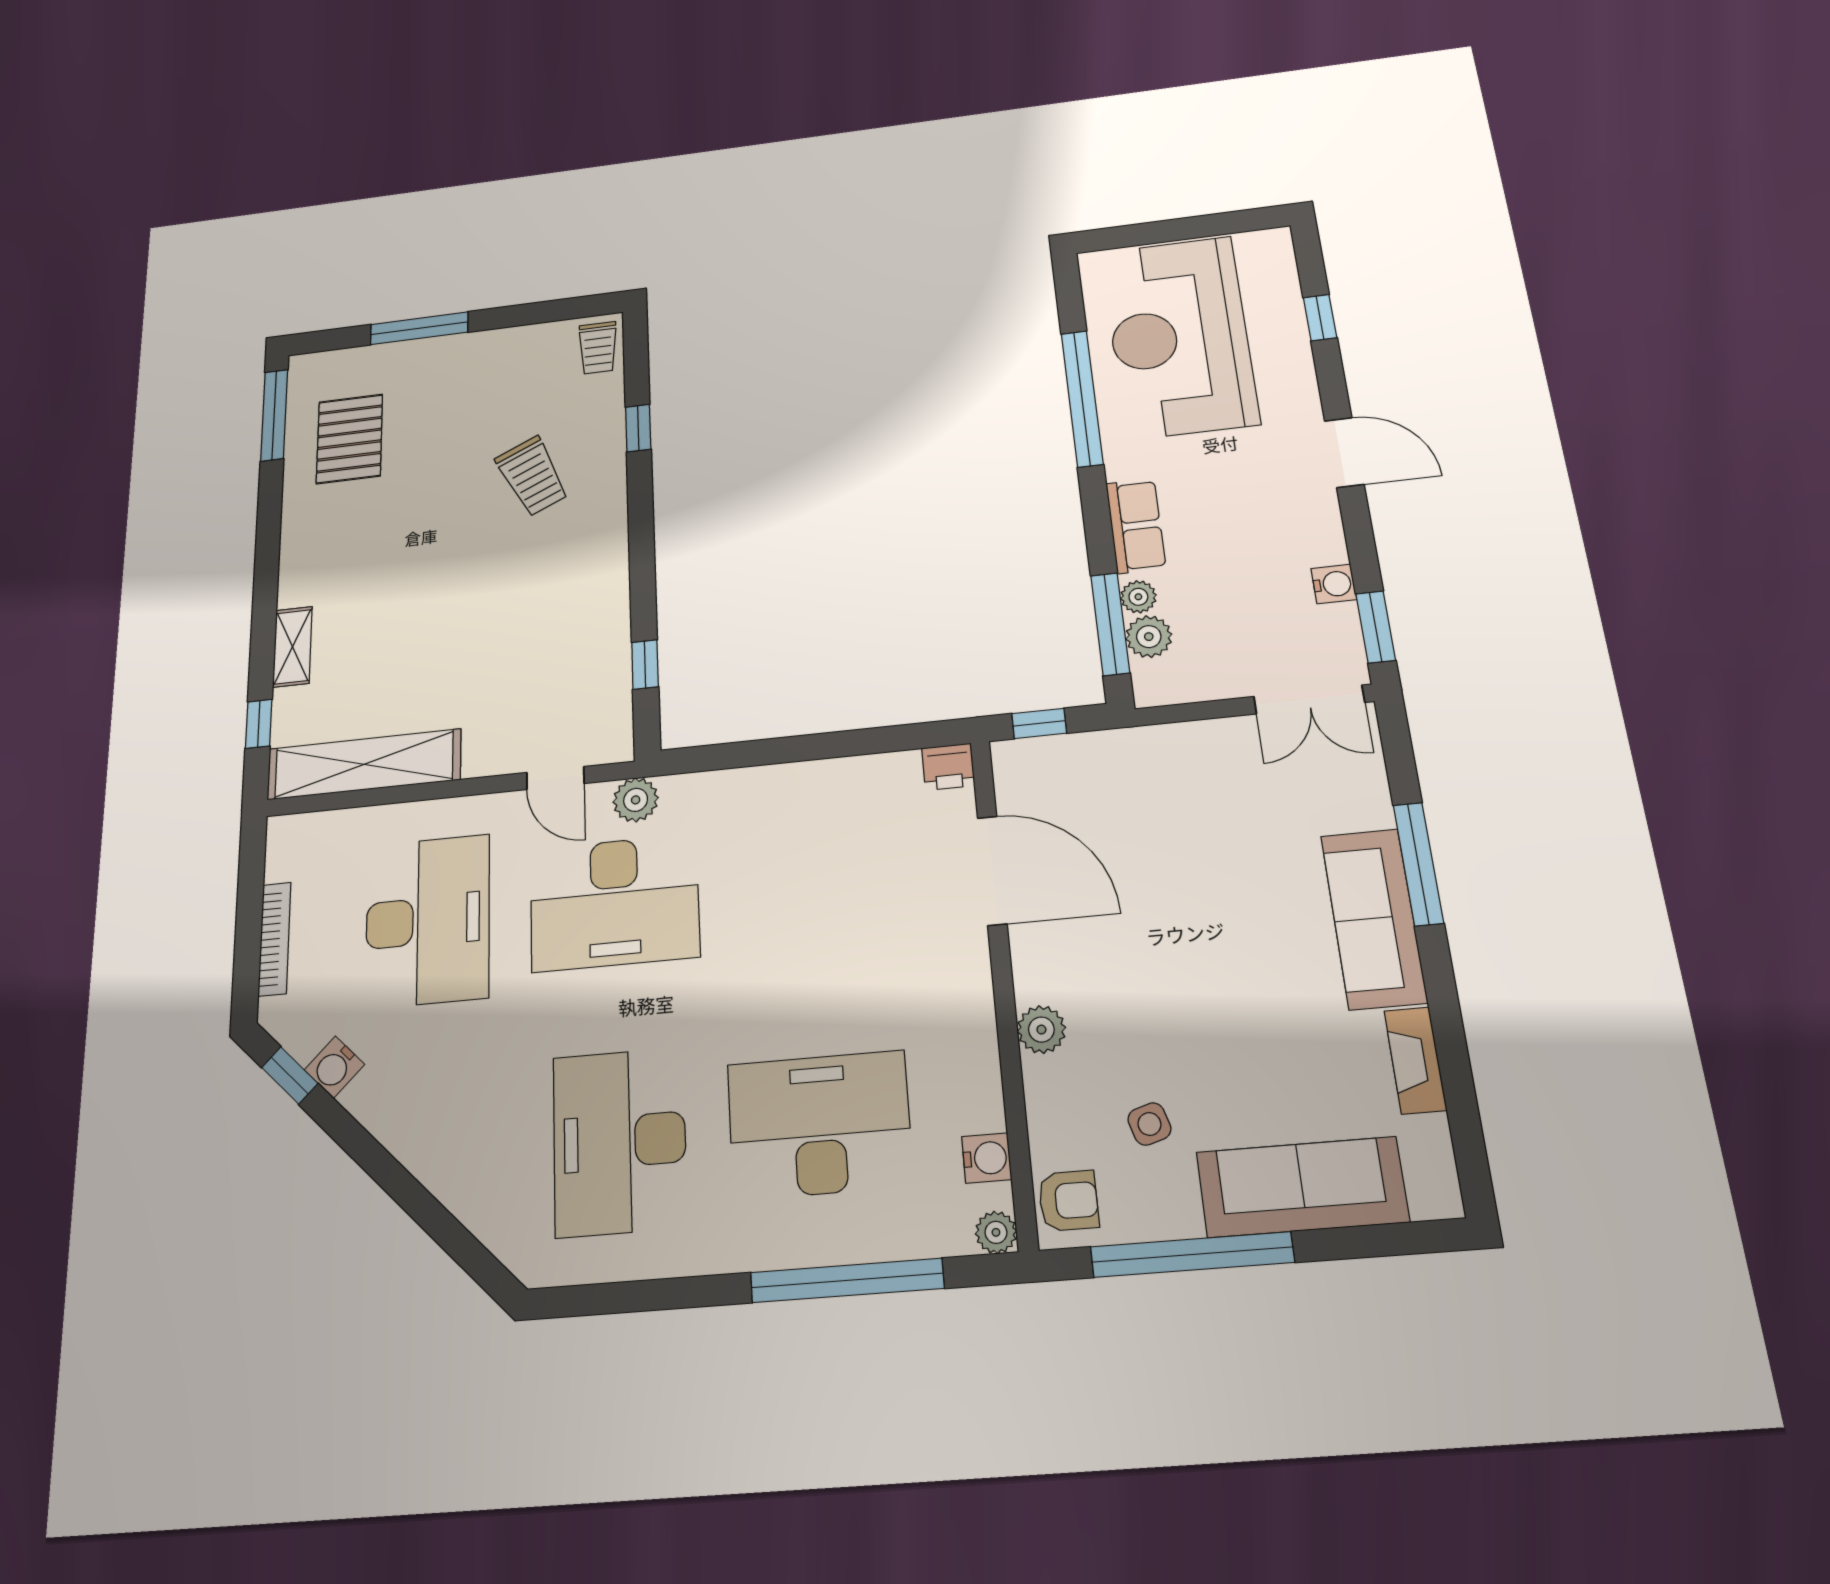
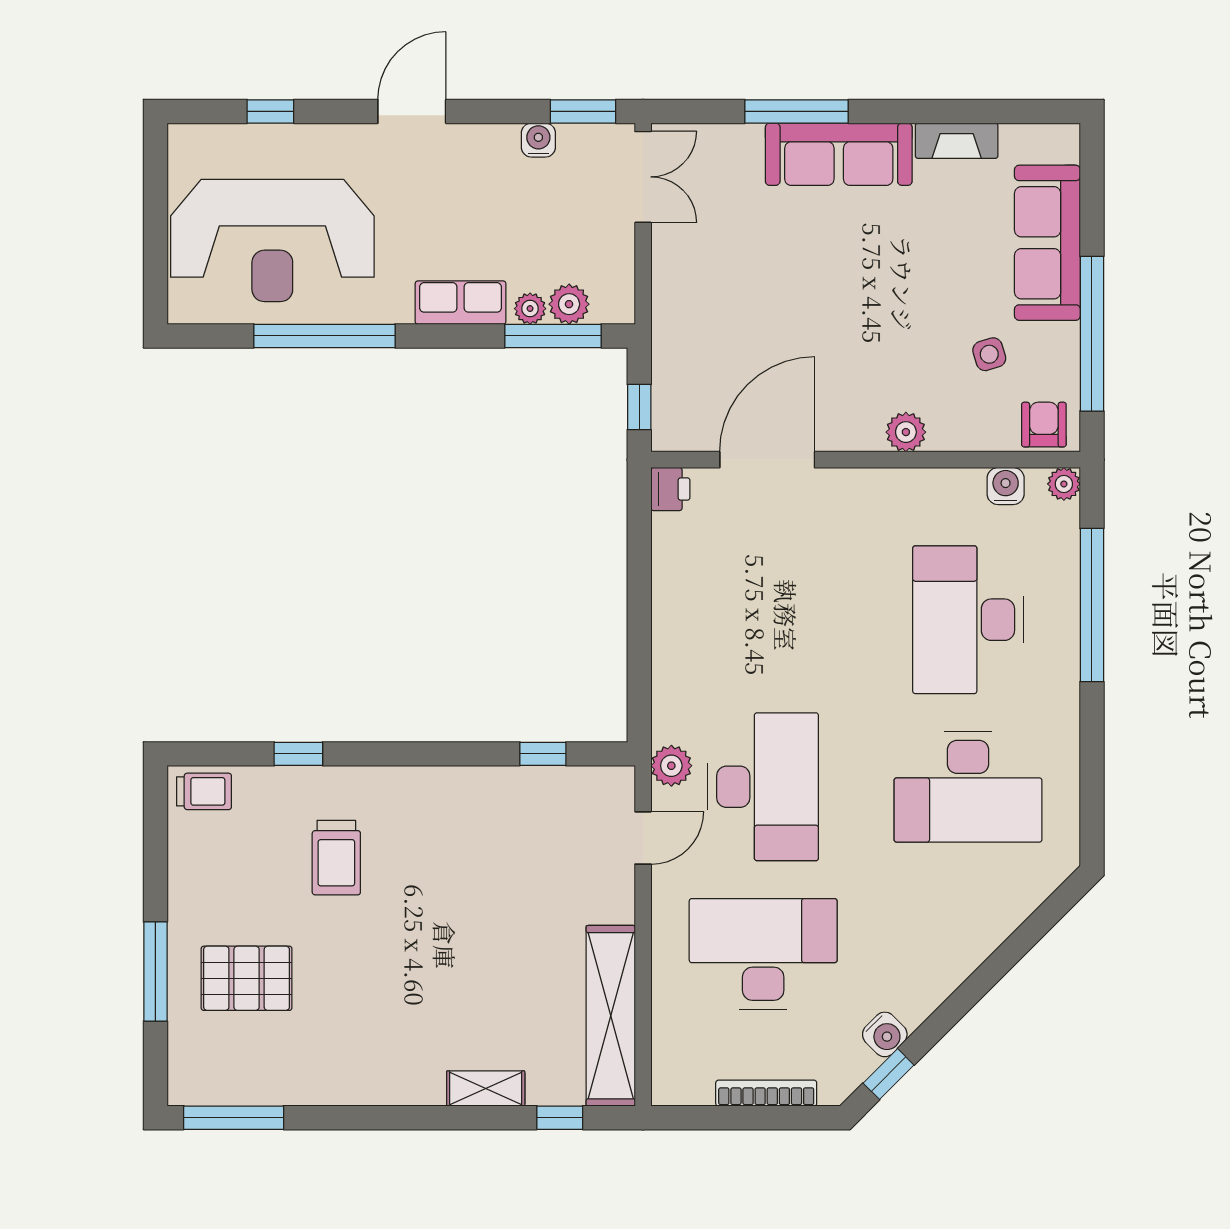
pallet: (349, 439) -> (247, 978), moved
trolley: (532, 476) -> (336, 858), turned 115

